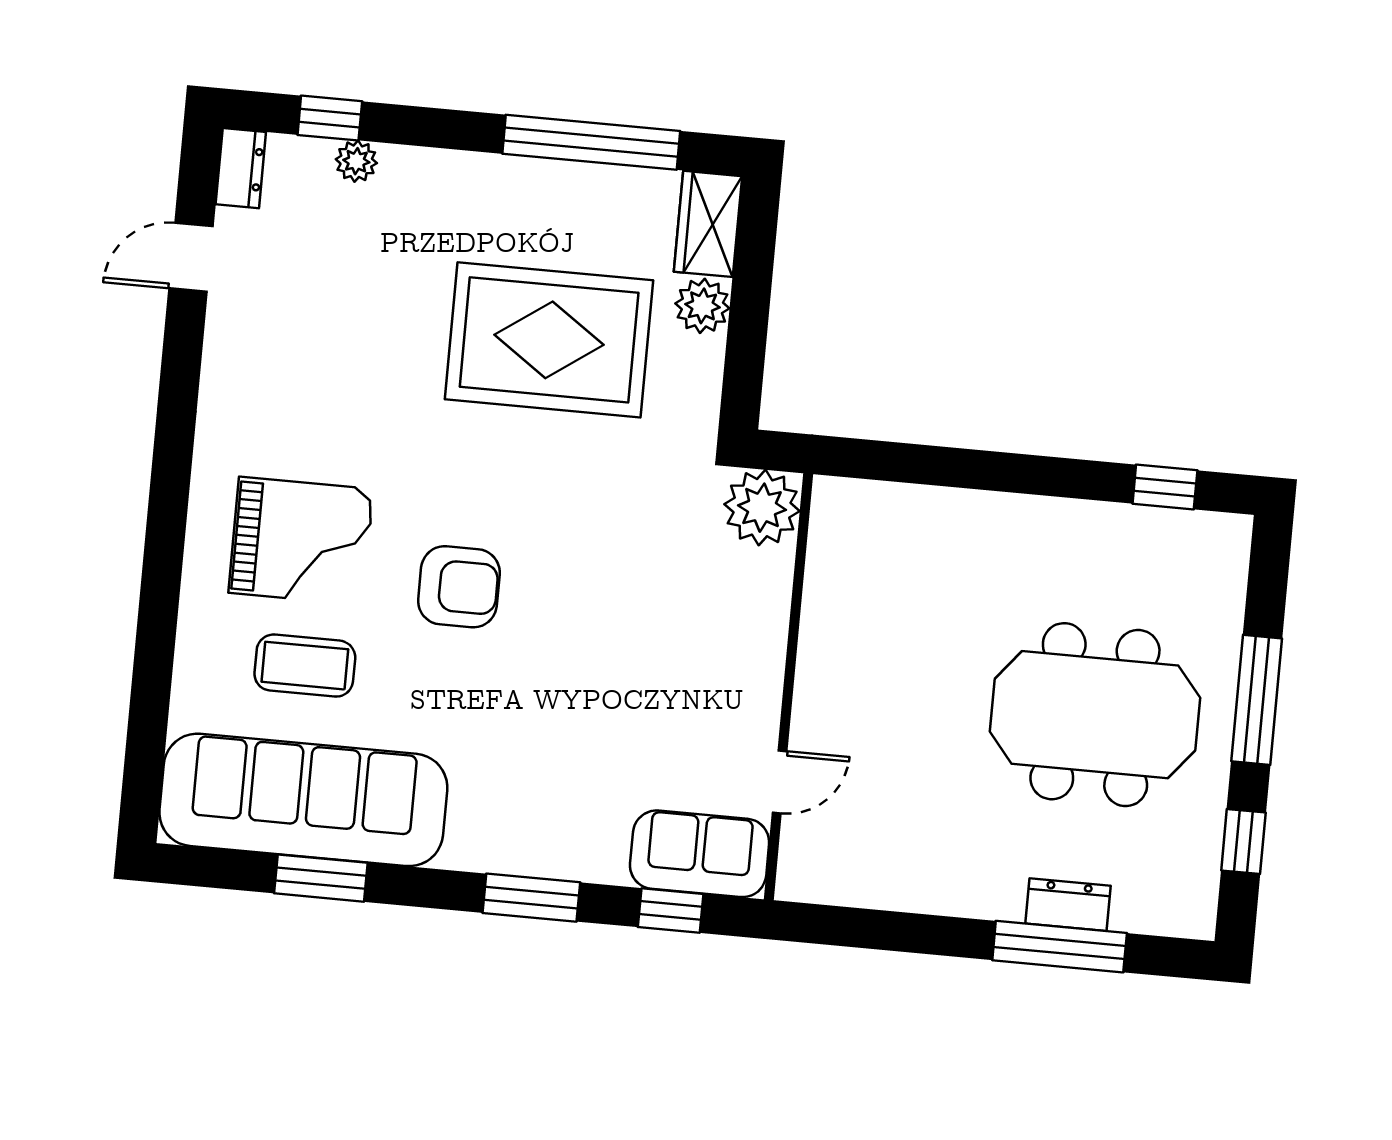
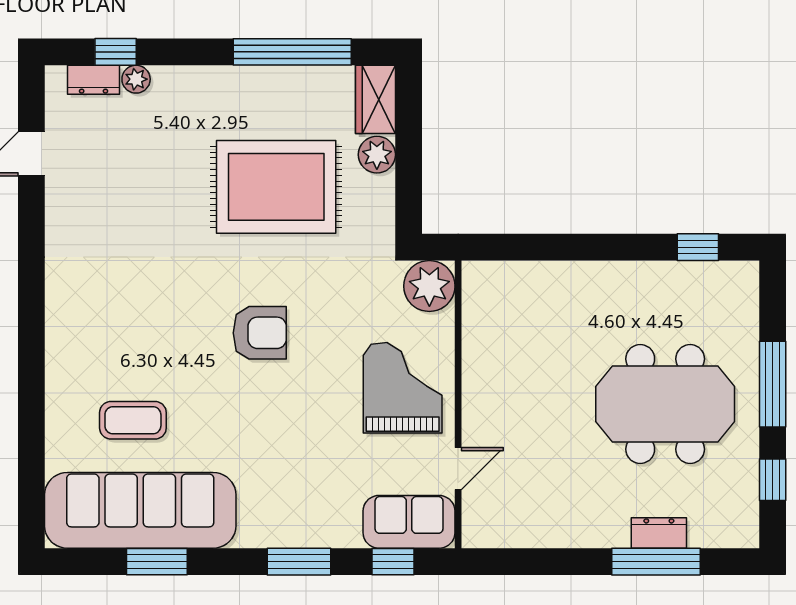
dresser: (241, 168) -> (94, 80), moved, turned 90
grand piano: (301, 541) -> (403, 388), moved, turned -90
armchair: (459, 587) -> (260, 333), moved

